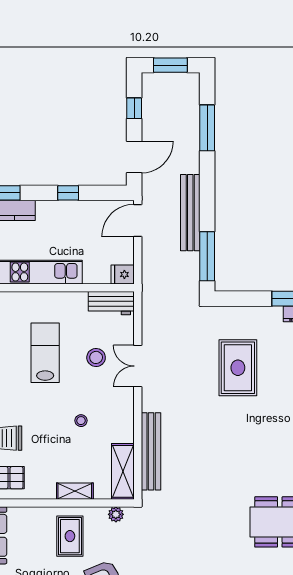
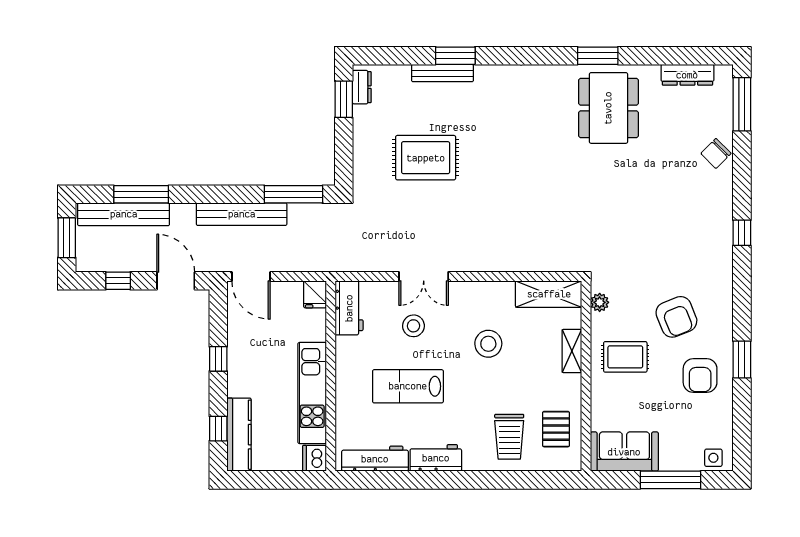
stool: (81, 421) -> (488, 344), width x1.89, depth x1.89
bench: (151, 451) -> (124, 214), moved

